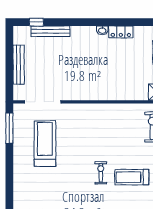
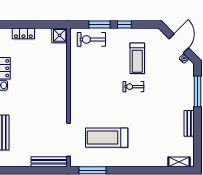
bench: (19, 65) -> (49, 162), moved

